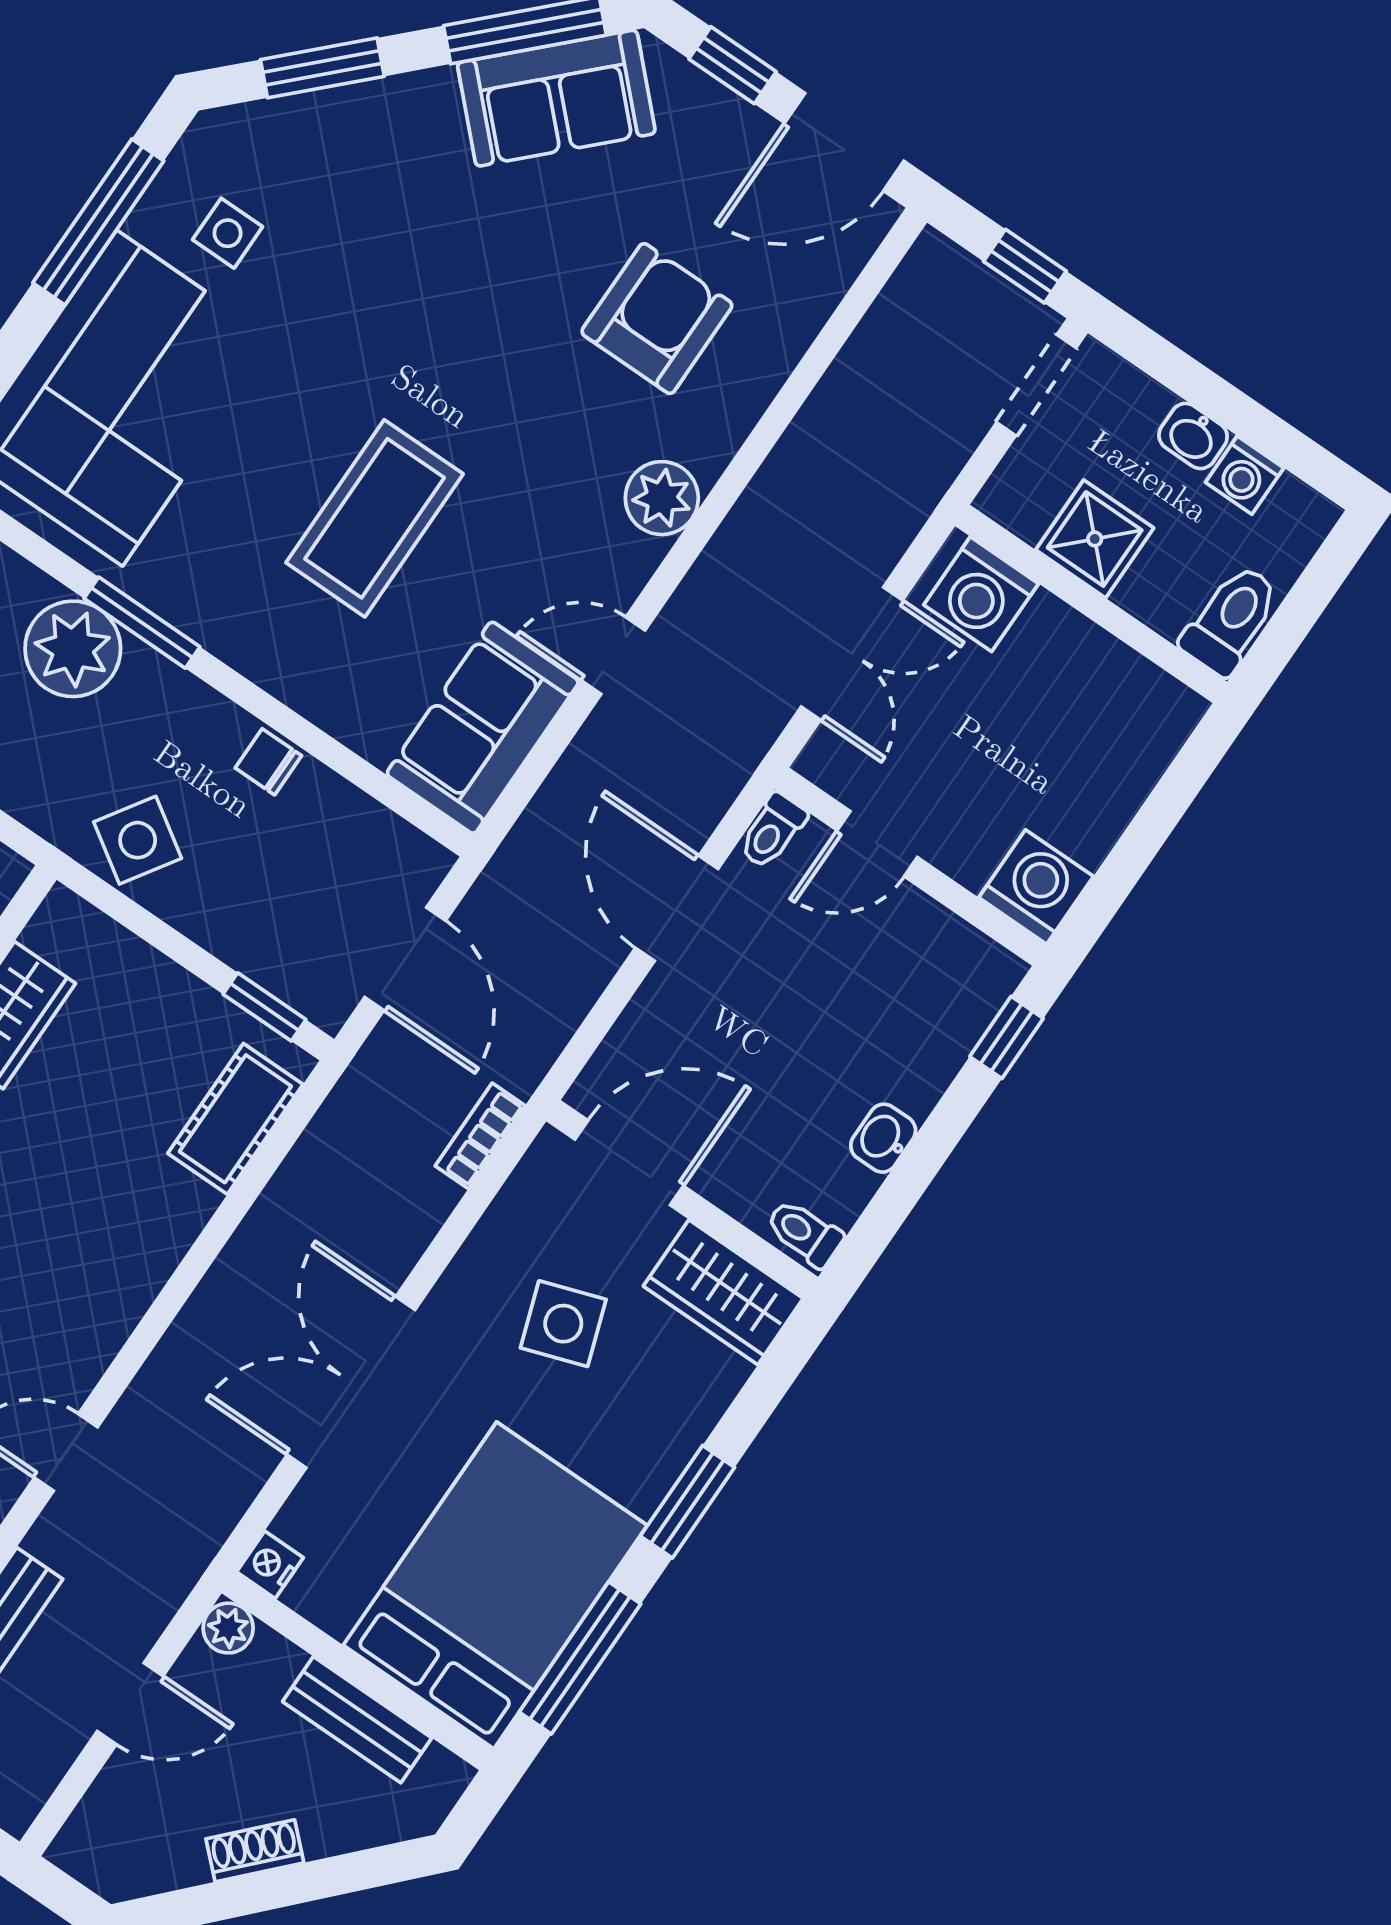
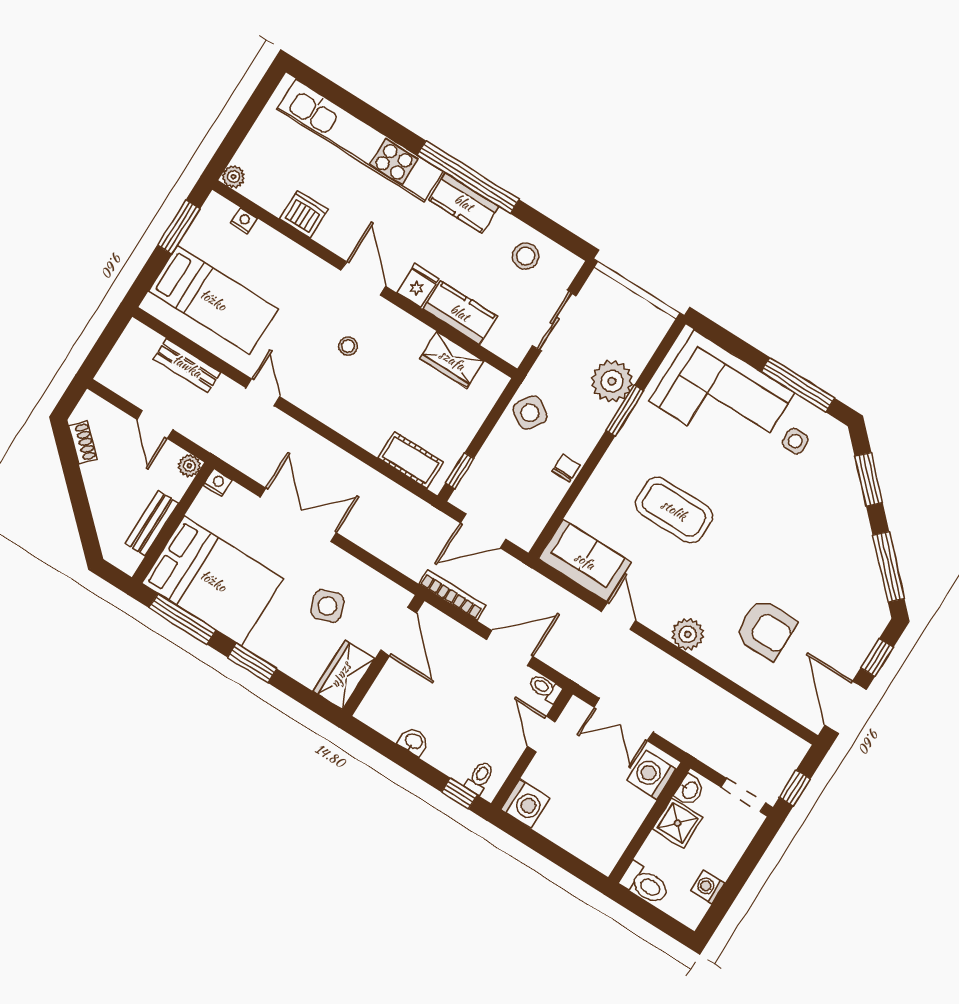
sofa: (556, 98) -> (860, 582), removed
washbasin: (1193, 436) -> (689, 790), moved, turned 180
bookcase: (480, 1136) -> (452, 595), moved, width x1.56
toilet: (804, 1233) -> (480, 778), moved
shoe rack: (255, 1851) -> (83, 442), moved

